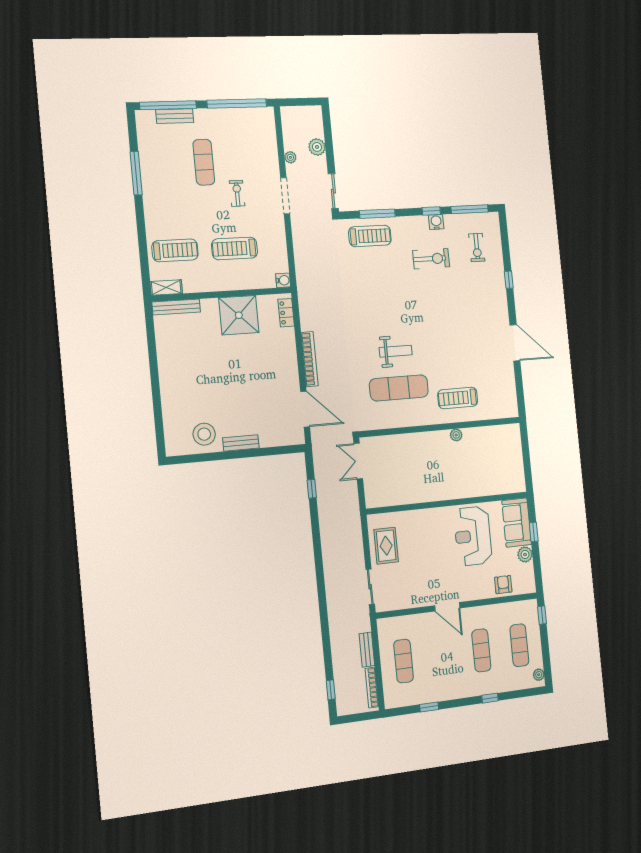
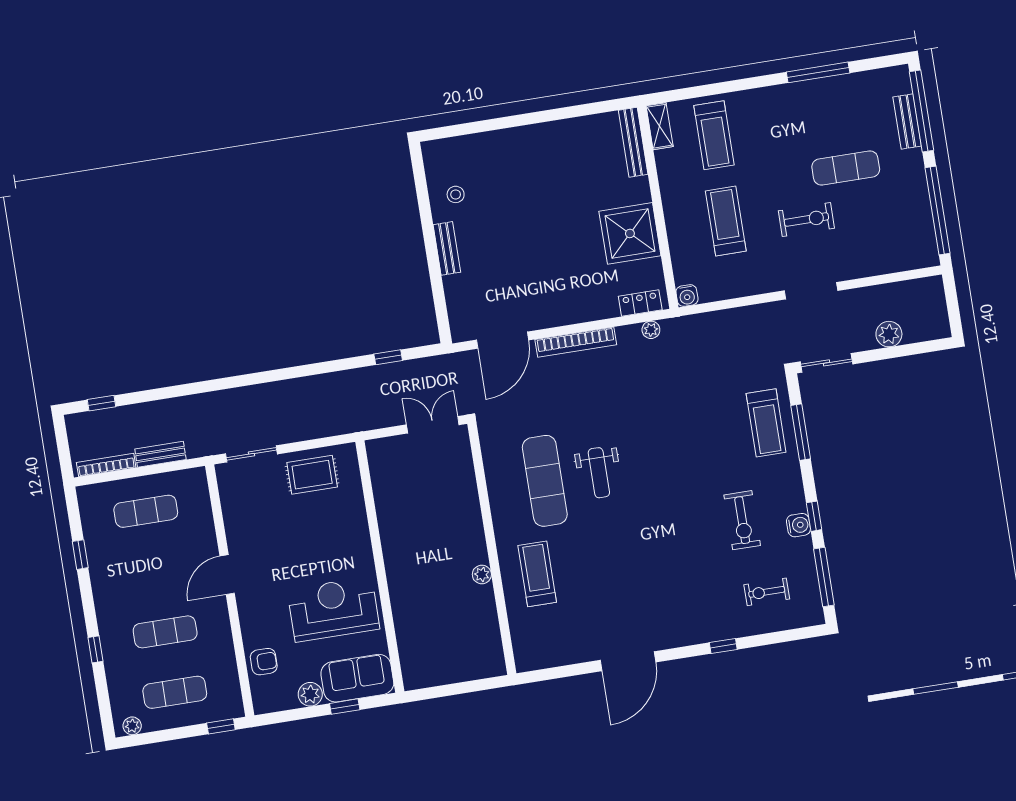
plant: (290, 157) -> (651, 330), moved
exercise bike: (237, 193) -> (806, 220), width x1.38, depth x1.39
stool: (204, 434) -> (456, 194), width x0.53, depth x0.53

